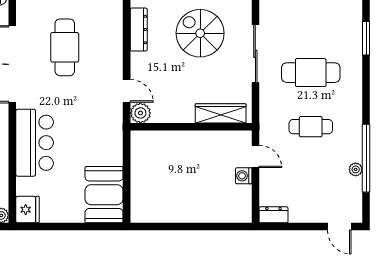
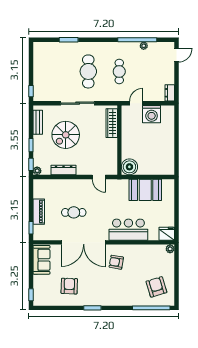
cafe table: (65, 47) -> (74, 212), width x0.73, depth x0.74
door: (127, 91) -> (99, 177), swing flipped
plant: (140, 113) -> (111, 169), removed
boiler: (144, 144) -> (129, 167), added
washing machine: (244, 176) -> (152, 114), width x1.89, depth x1.89
booth: (104, 195) -> (145, 190), moved

